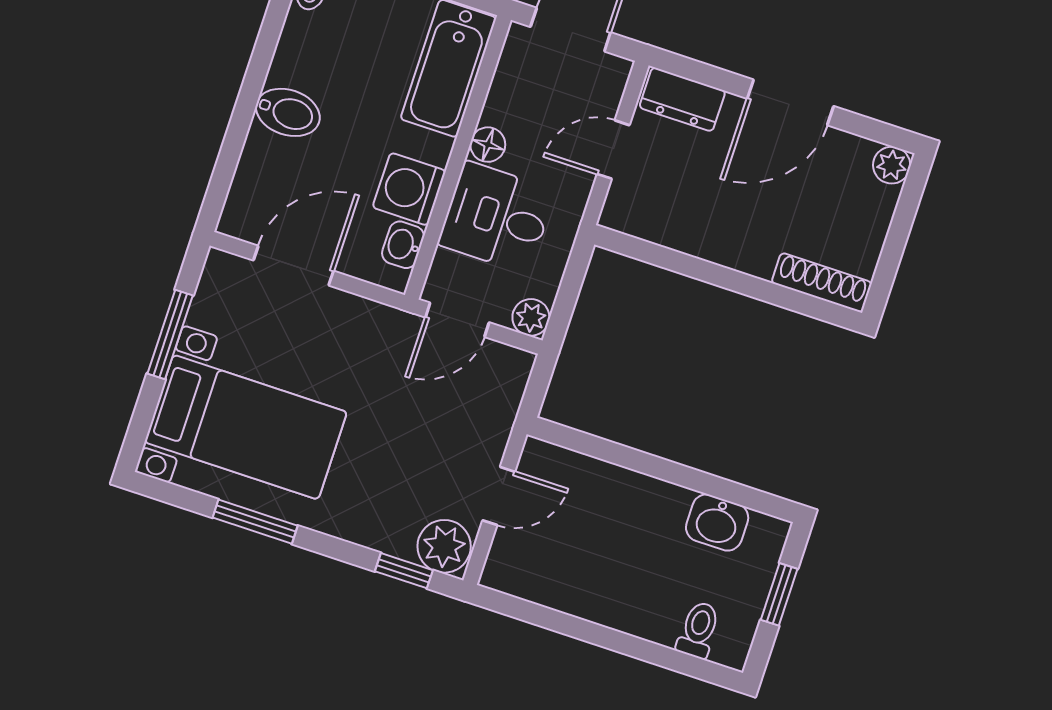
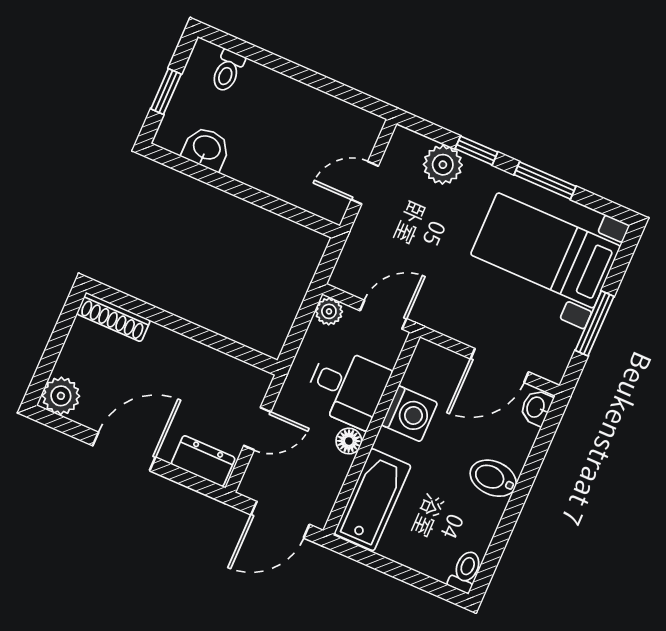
plant: (892, 165) -> (61, 396), width x1.38, depth x1.38
washbasin: (403, 245) -> (536, 407), moved, turned 180
plant: (444, 546) -> (443, 165), moved
window: (404, 571) -> (476, 150), moved

